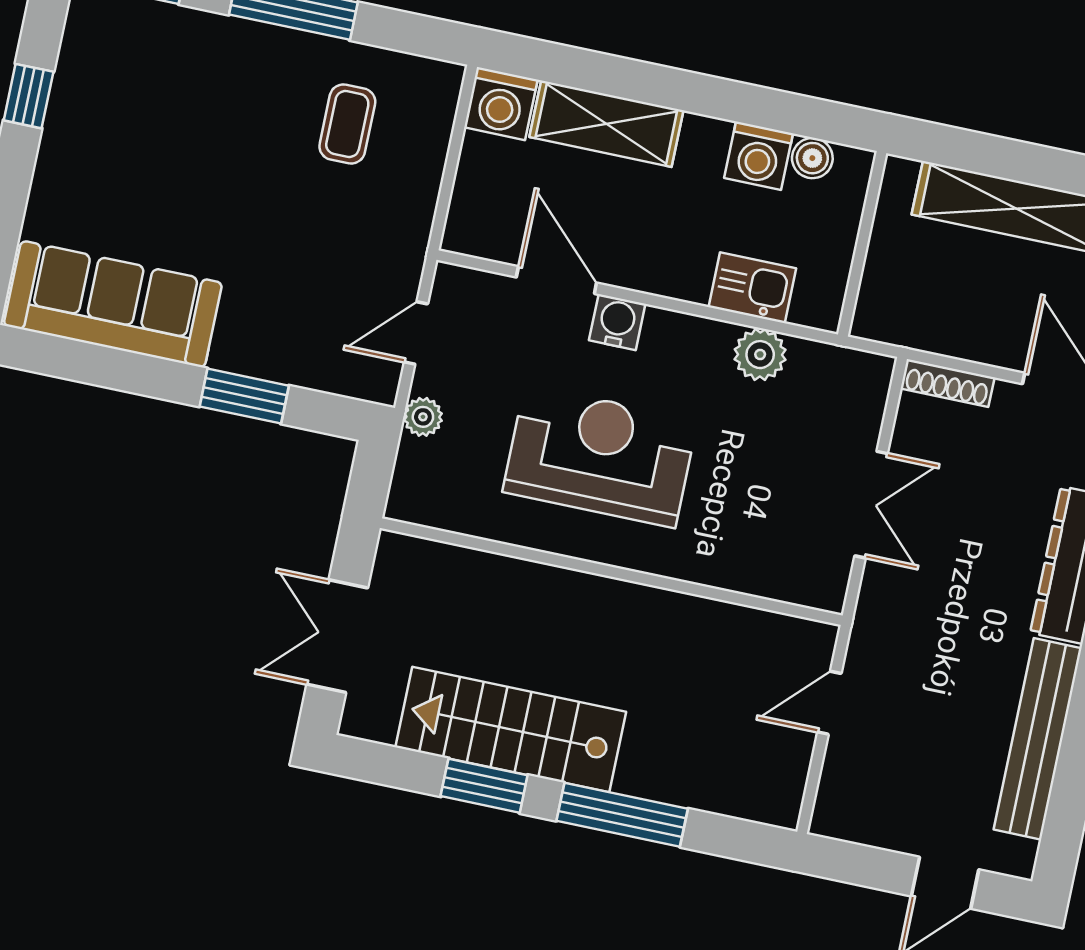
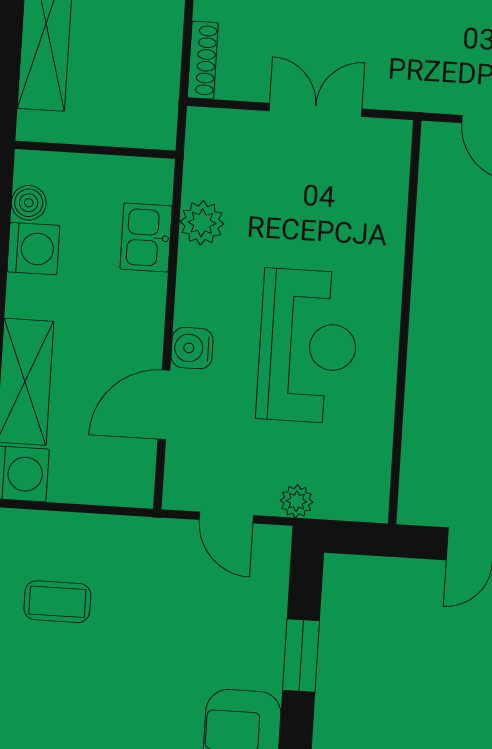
reception desk: (600, 456) -> (308, 346), turned 180

